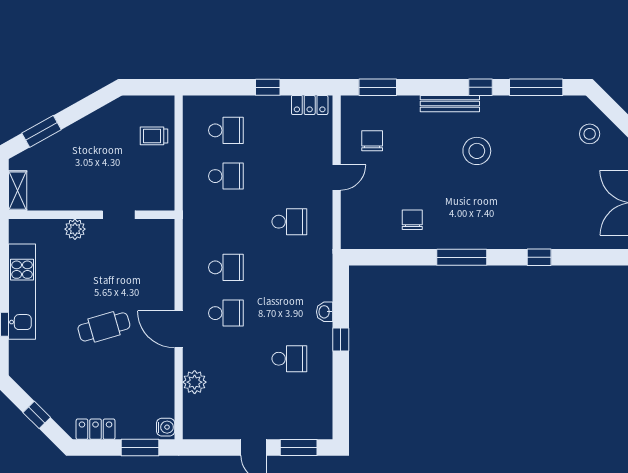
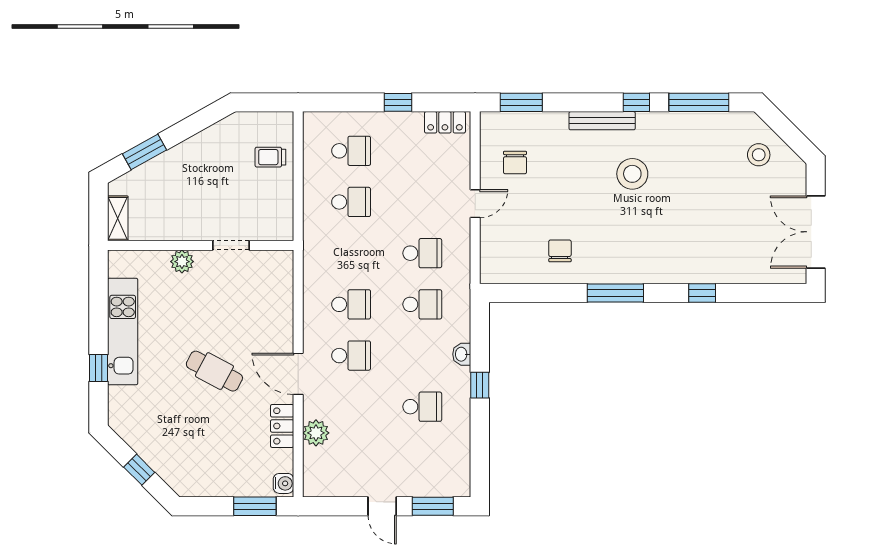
chair: (372, 141) -> (515, 162), turned 180
school desk: (289, 267) -> (422, 304), added
cafe table: (104, 327) -> (214, 371), turned 44
locker: (96, 429) -> (282, 426), moved, turned -90

